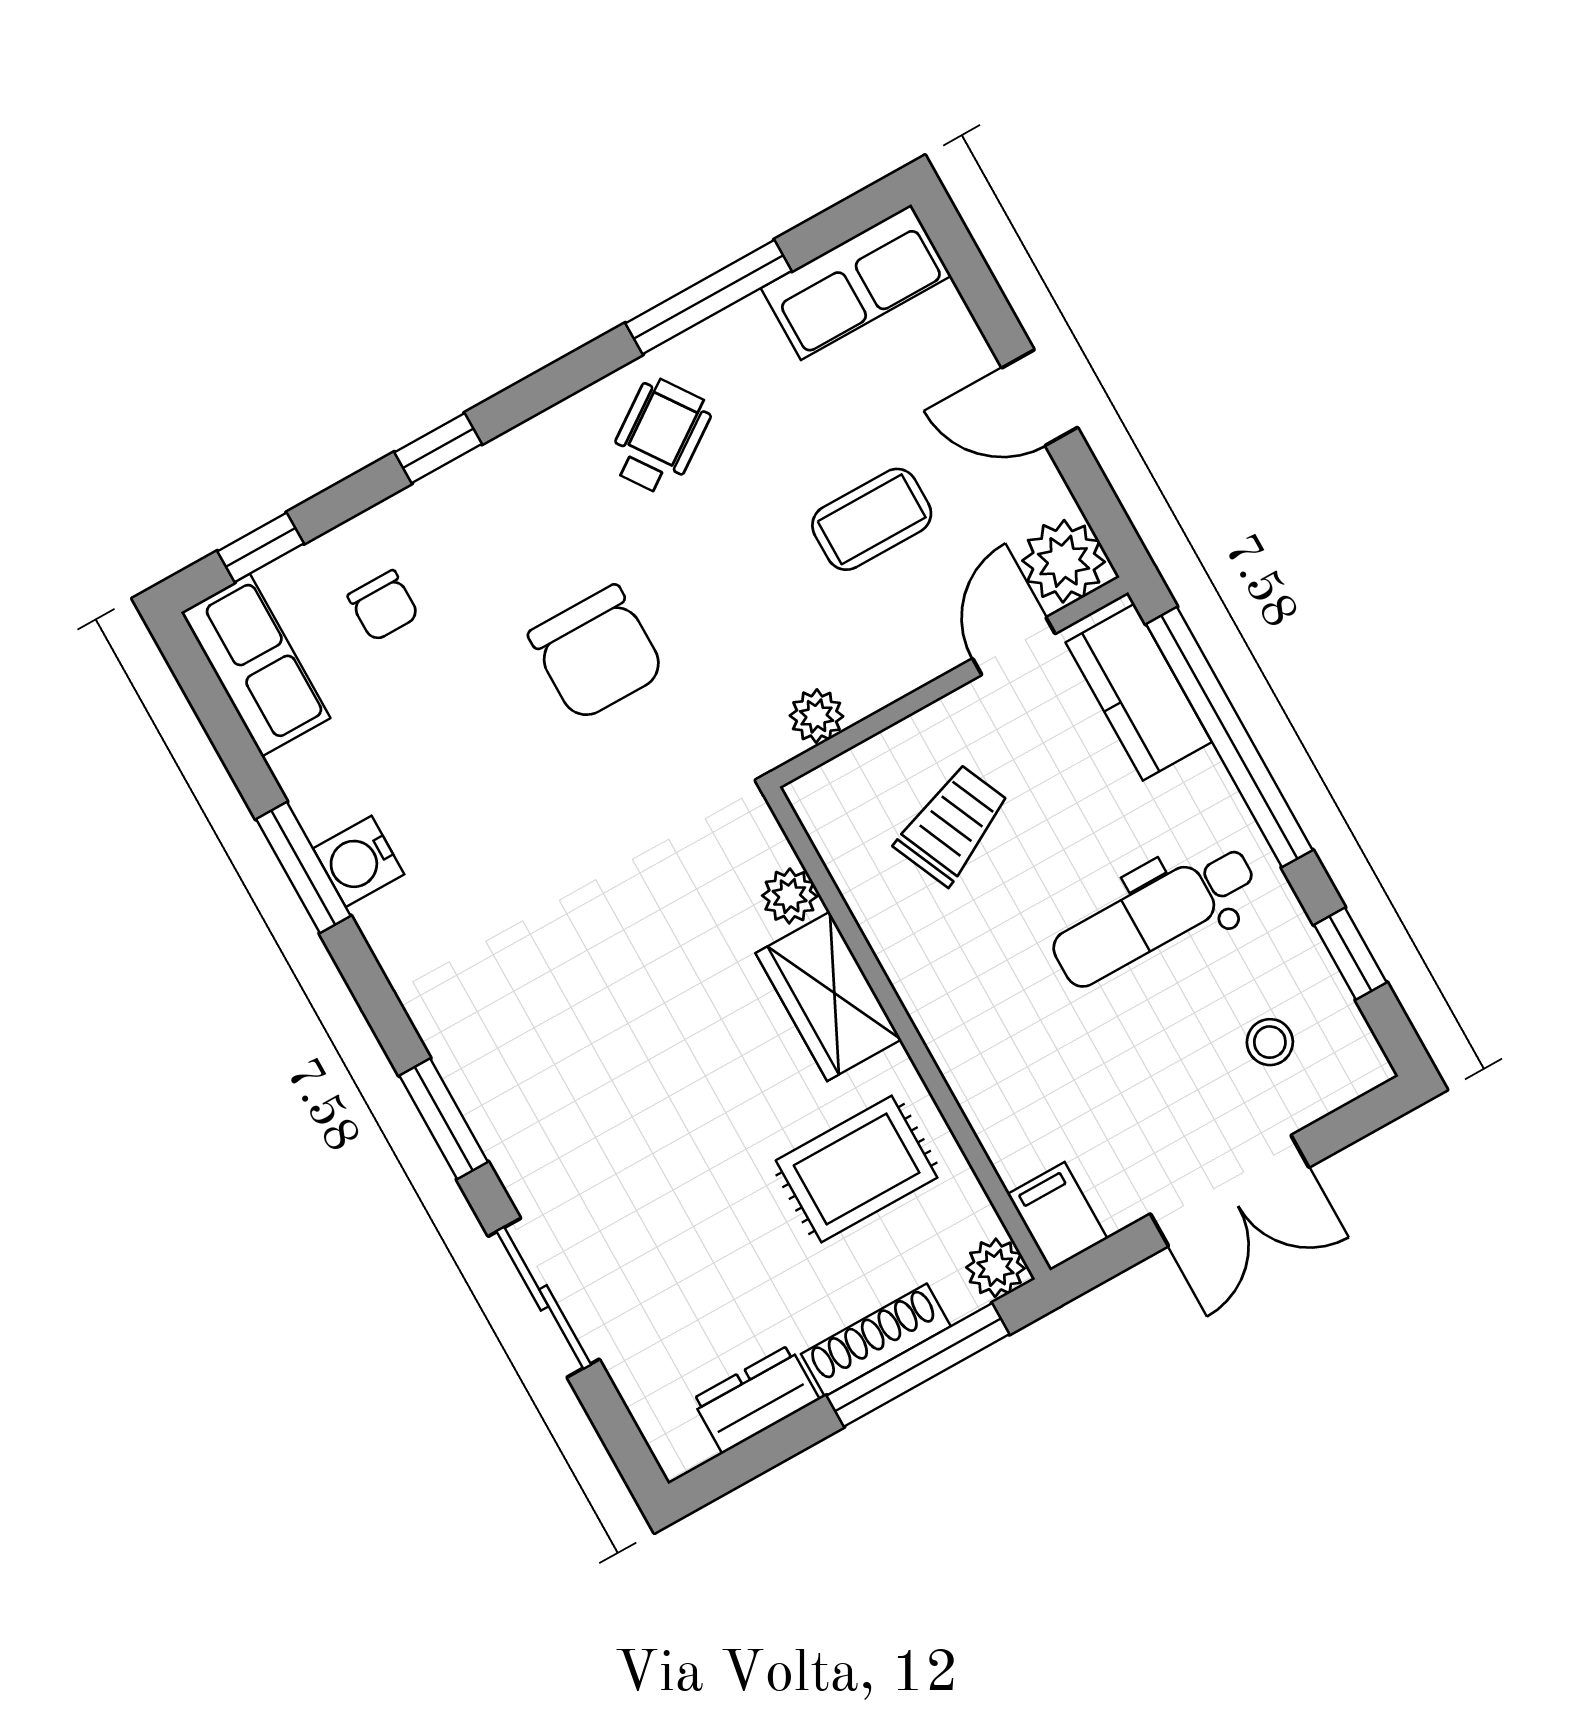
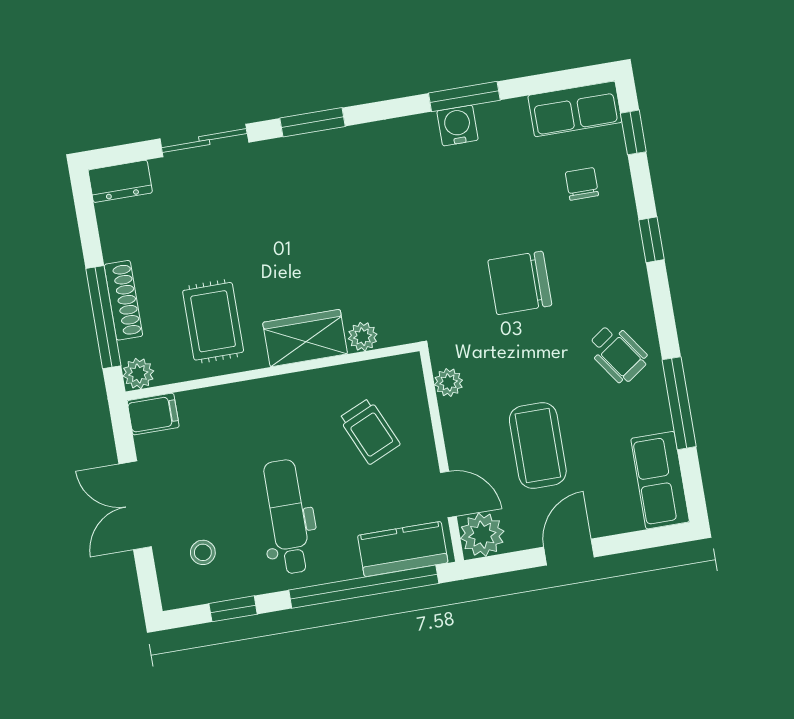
coffee table: (872, 519) -> (538, 445), width x1.36, depth x1.30
chair: (383, 606) -> (582, 184), turned 90
dresser: (756, 1399) -> (120, 181), moved, turned 90

